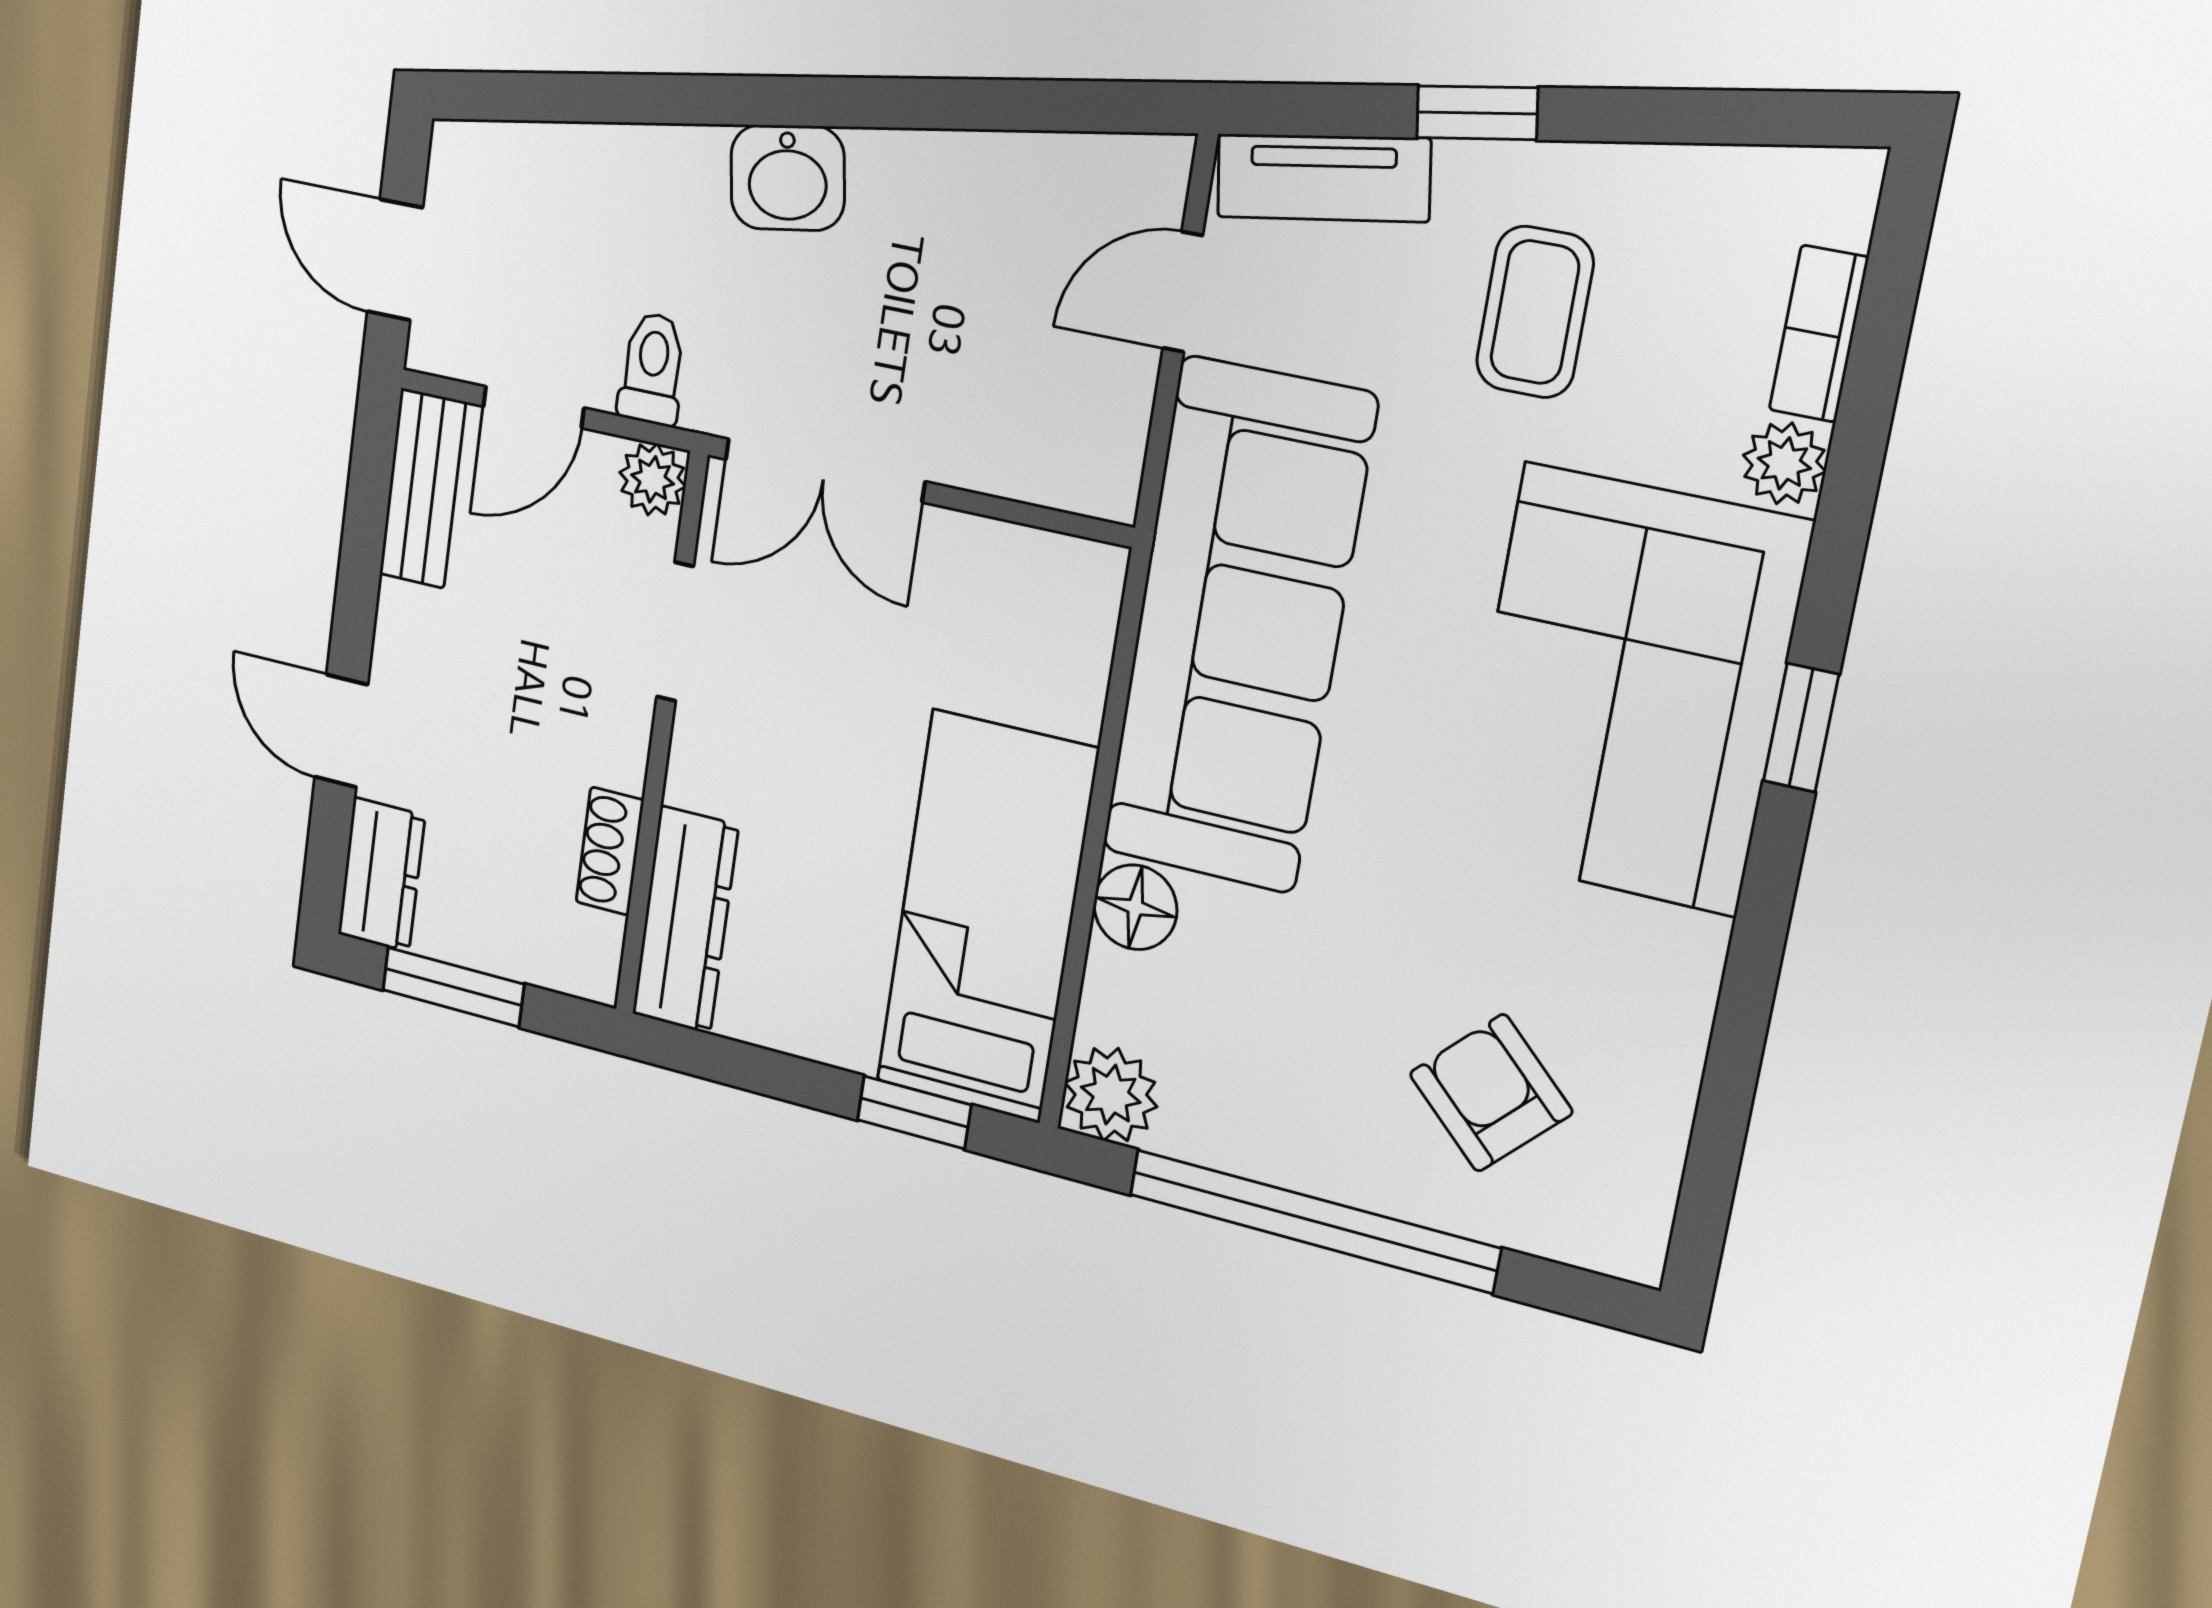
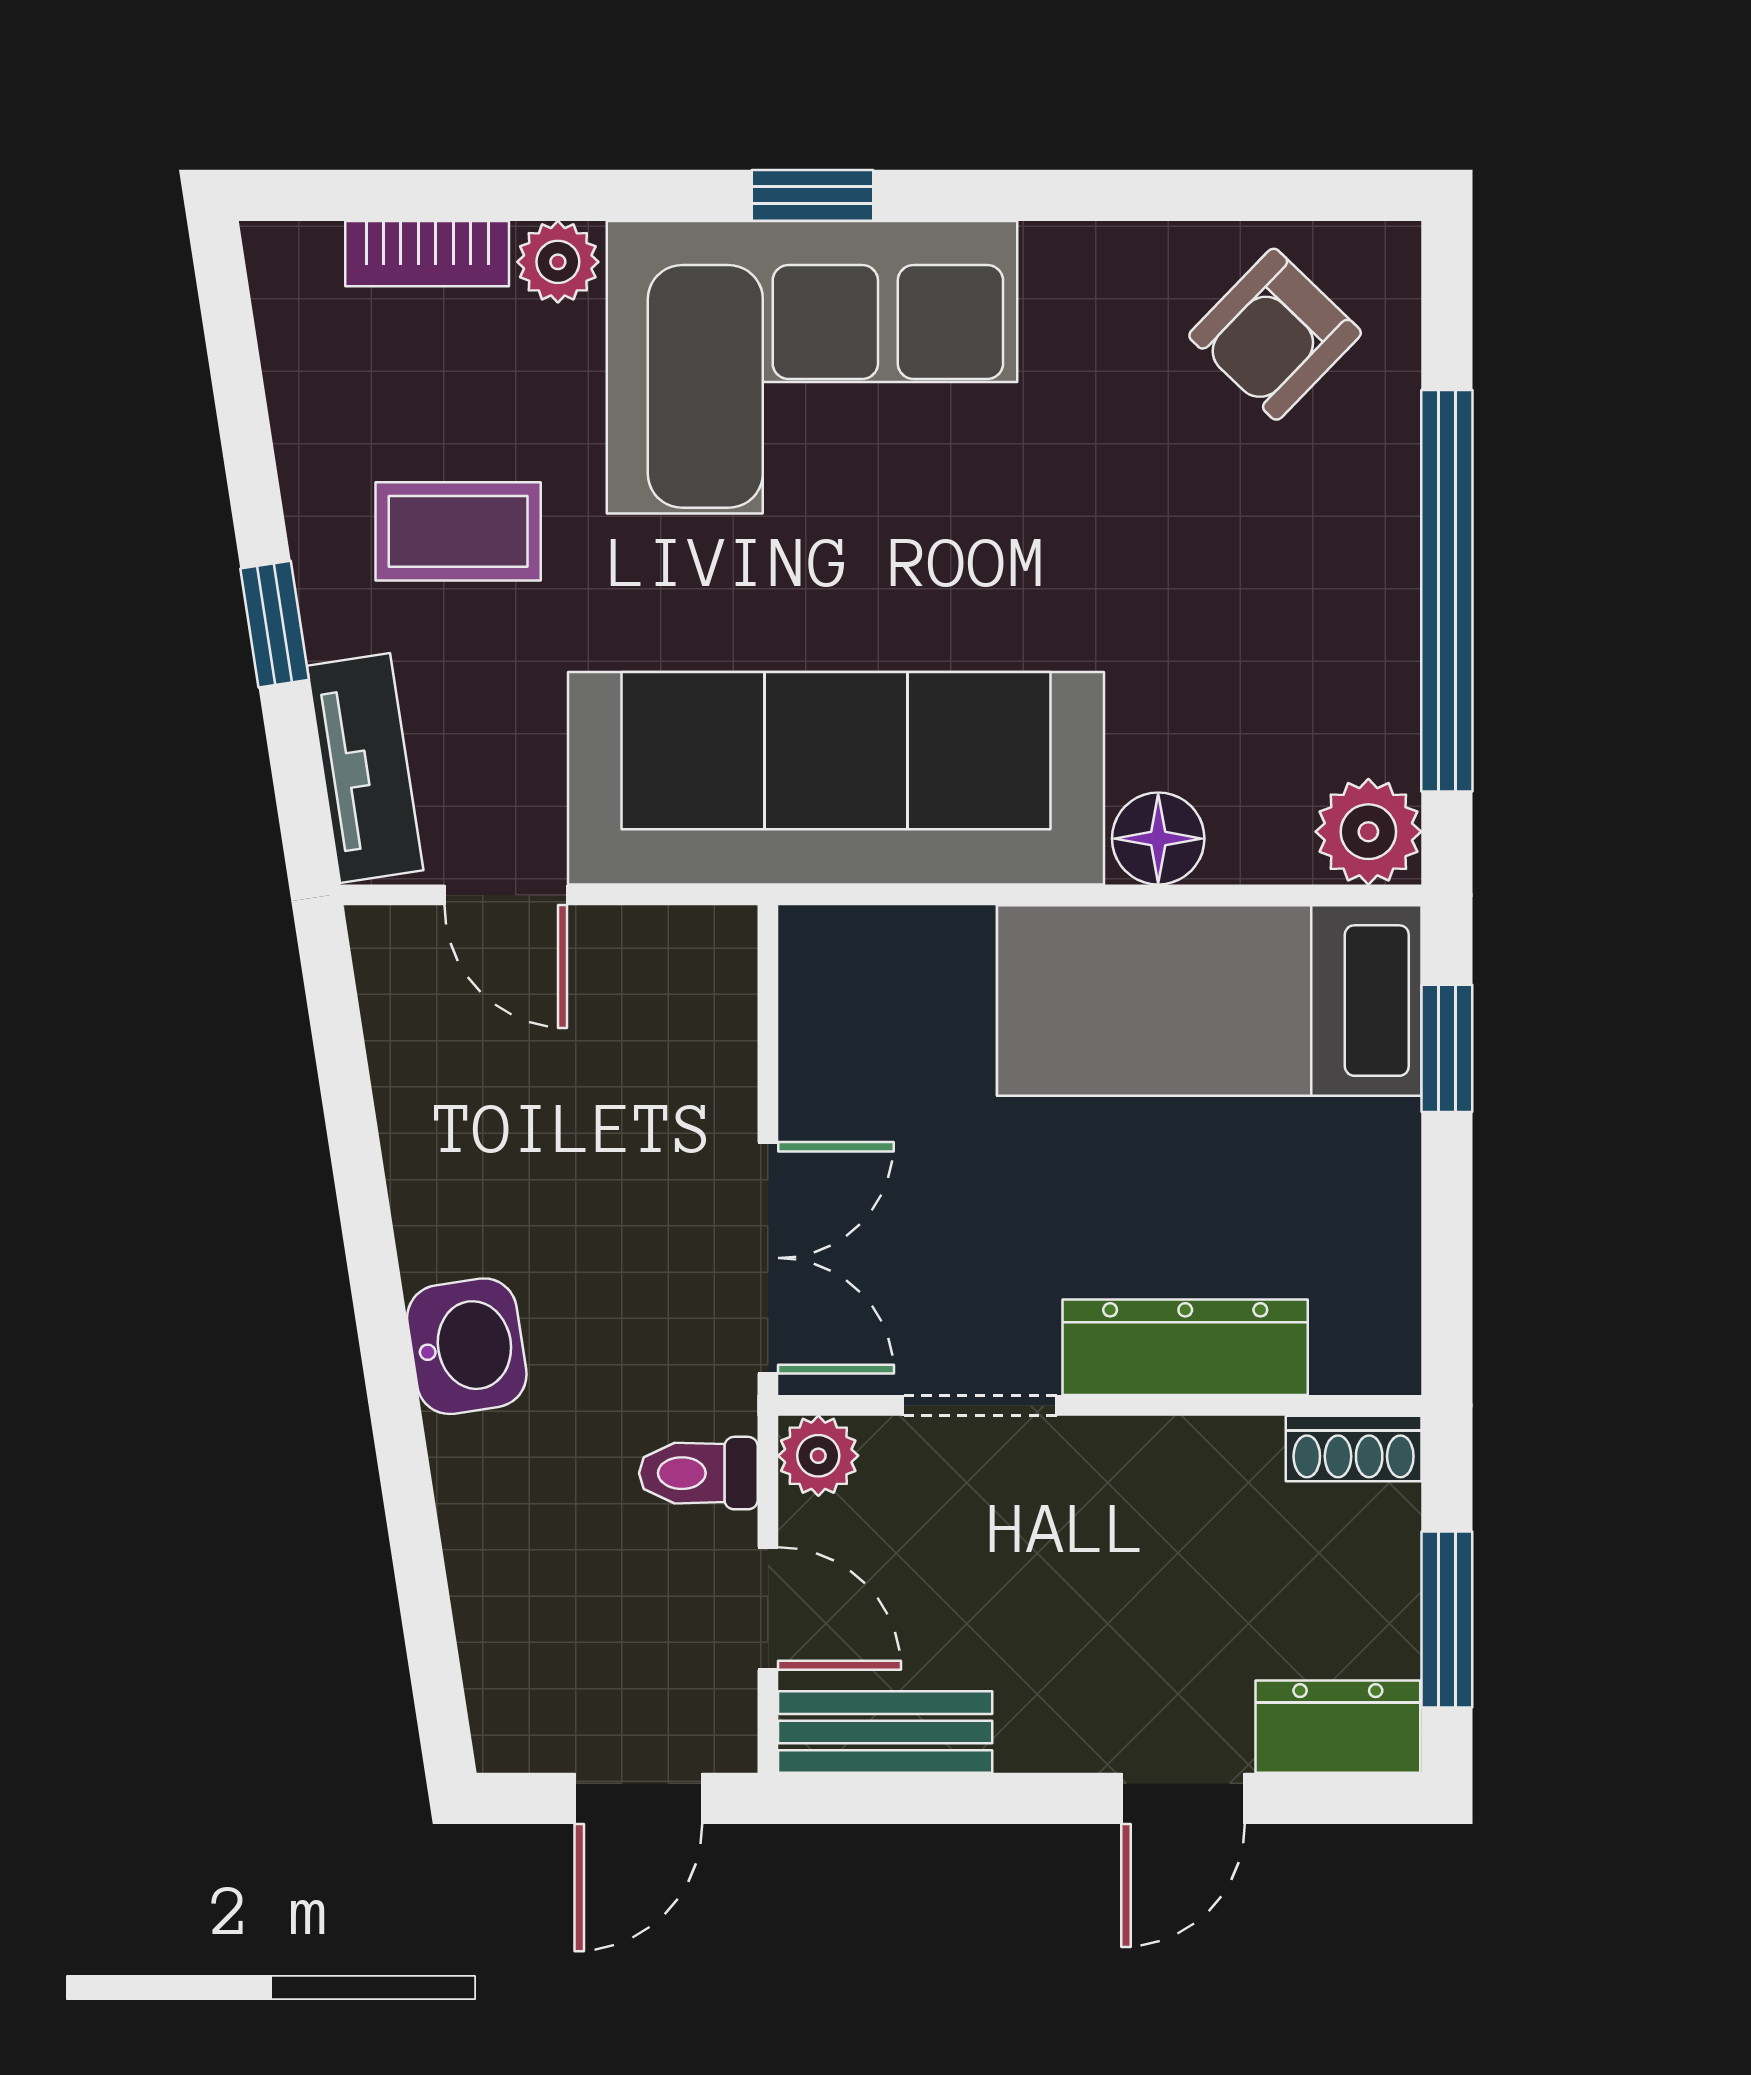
shoe rack: (610, 851) -> (1354, 1448), moved
dresser: (685, 920) -> (1185, 1347), moved
armchair: (1491, 1093) -> (1275, 334), moved

